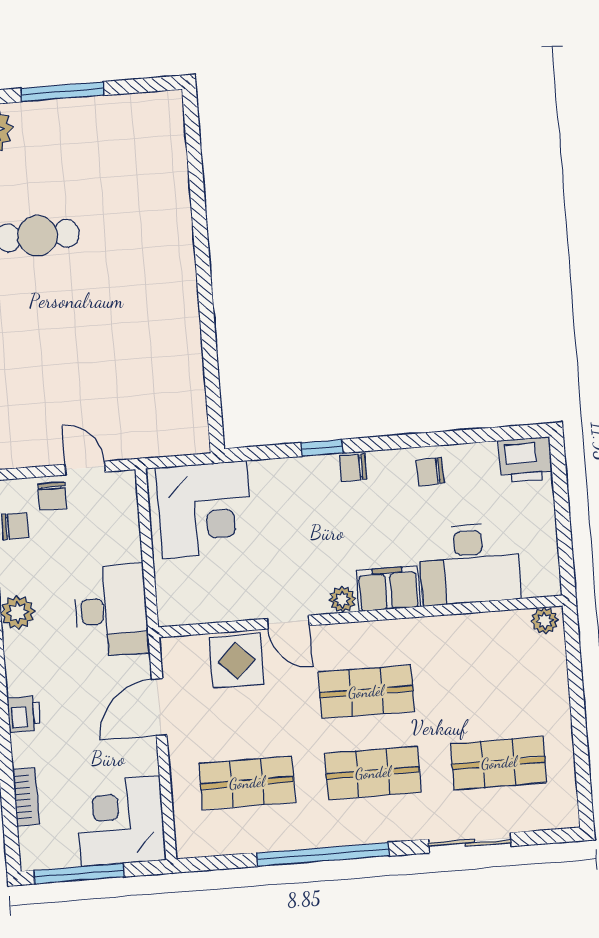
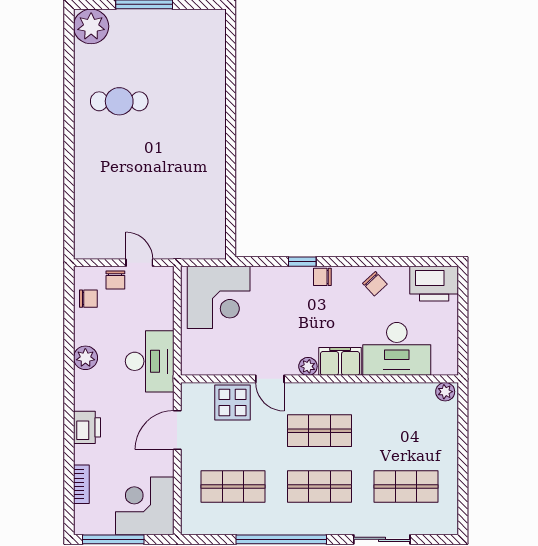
printer: (526, 460) -> (434, 284), width x1.37, depth x1.19
chair: (430, 472) -> (375, 284), turned -130
printer: (24, 714) -> (87, 427), width x1.36, depth x1.24

